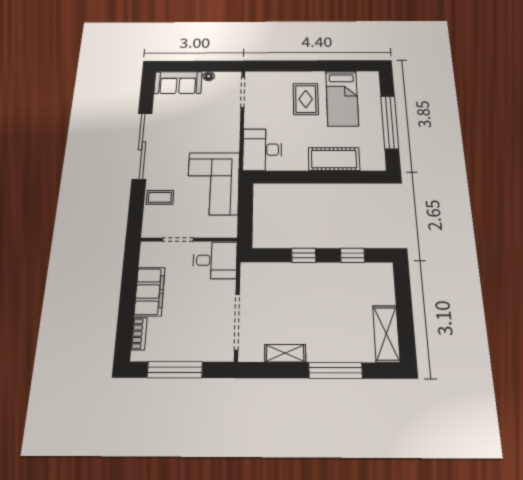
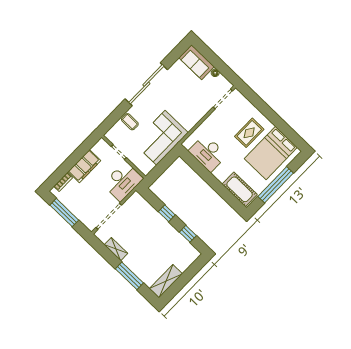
bed: (342, 98) -> (271, 153), width x1.50
desk: (262, 150) -> (208, 153), moved, turned -90
cot: (334, 159) -> (240, 189), moved
desk: (215, 260) -> (123, 181), width x1.37

